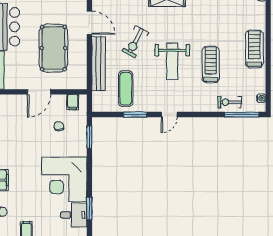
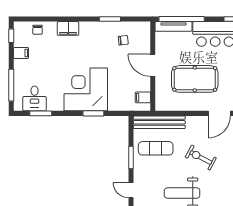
bench: (99, 64) -> (159, 122), moved
chair: (59, 126) -> (123, 40), moved
window: (89, 137) -> (93, 113), moved
corner desk: (64, 179) -> (86, 89), moved

